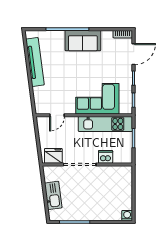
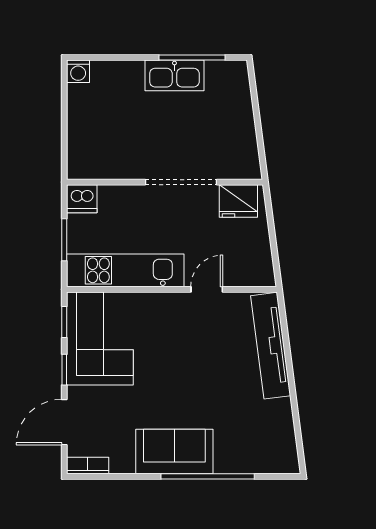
tv unit: (35, 62) -> (271, 346), moved
corner sofa: (97, 99) -> (100, 338), moved, turned -90
door: (57, 115) -> (207, 289), moved
dishwasher: (106, 157) -> (82, 199), moved
kitchen sink: (53, 195) -> (174, 75), moved, turned -83

